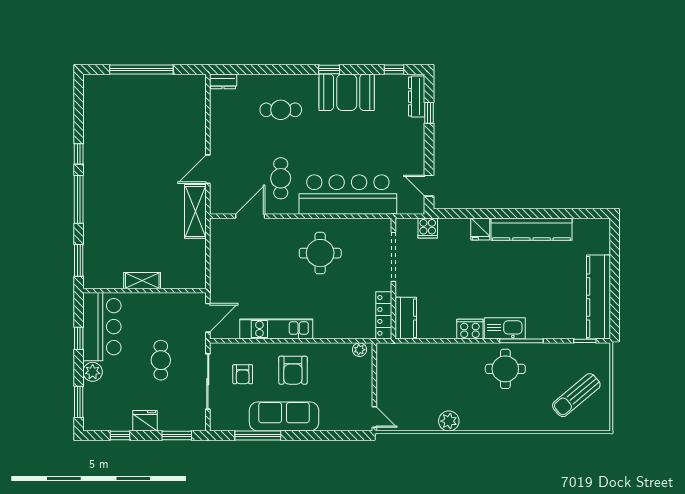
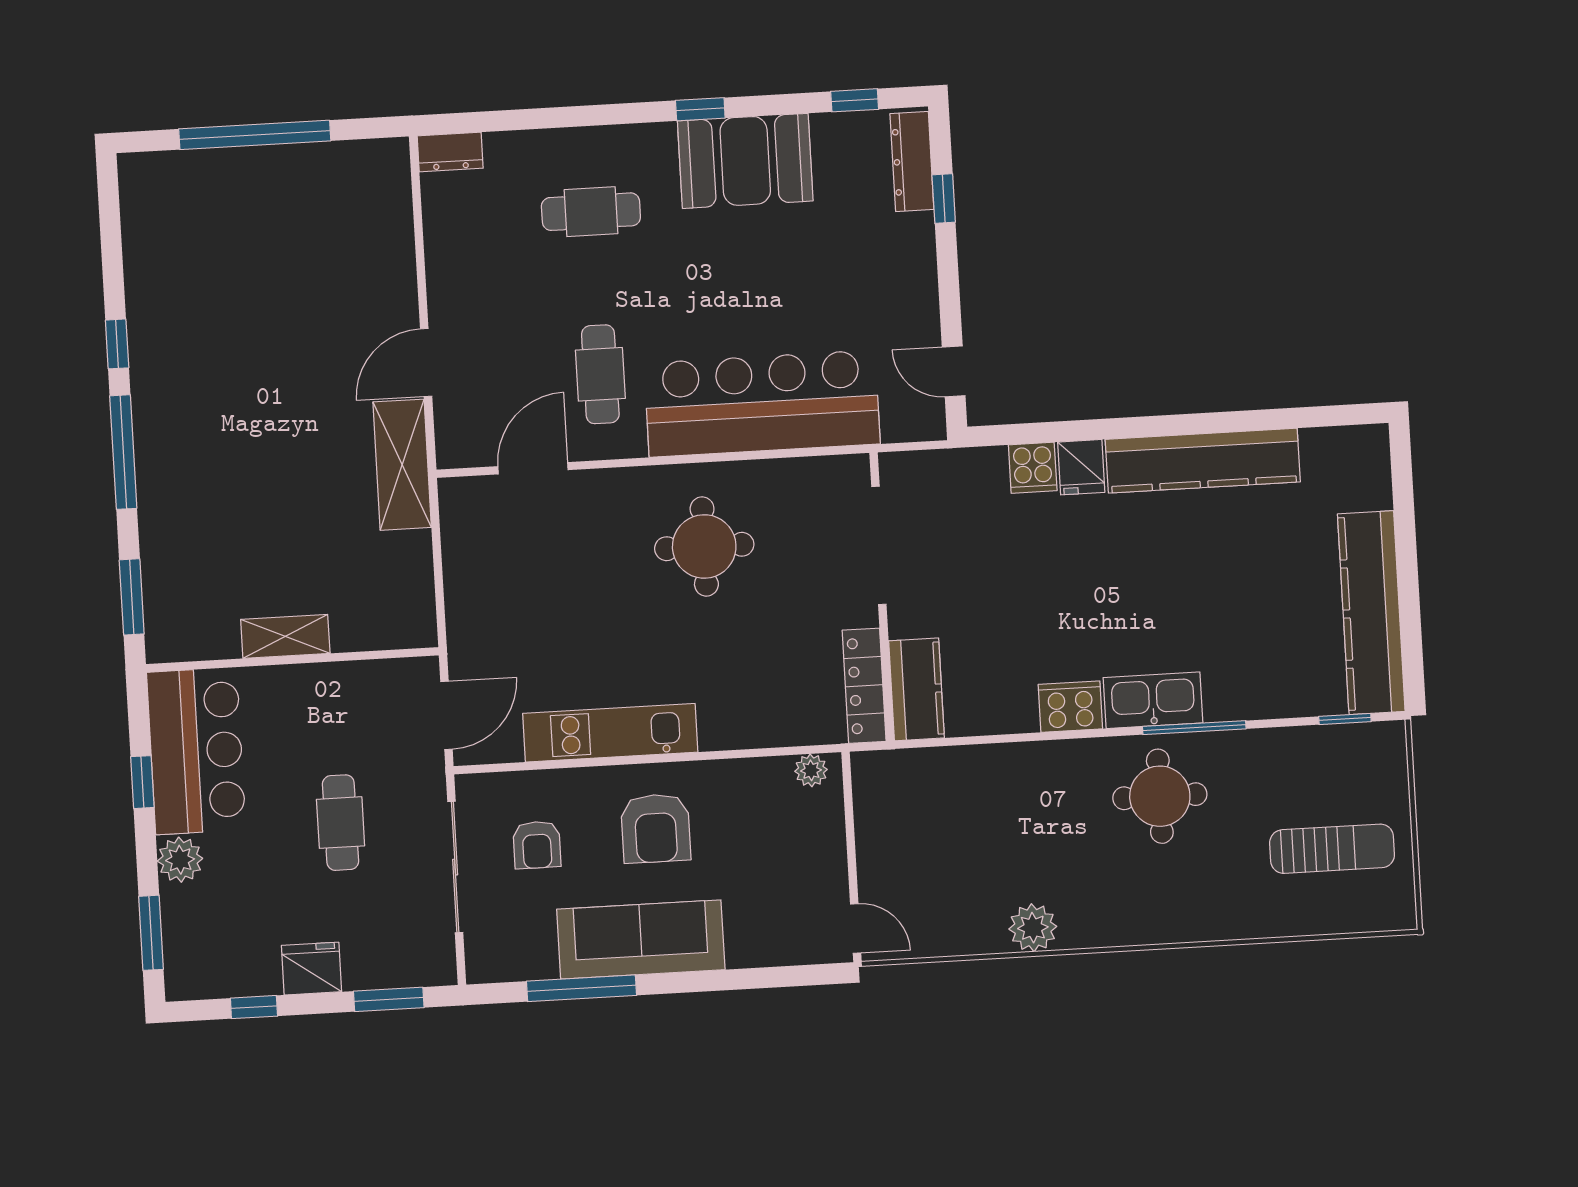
cooker: (428, 228) -> (1033, 468), moved
sun lounger: (576, 395) -> (1332, 849), turned -140

